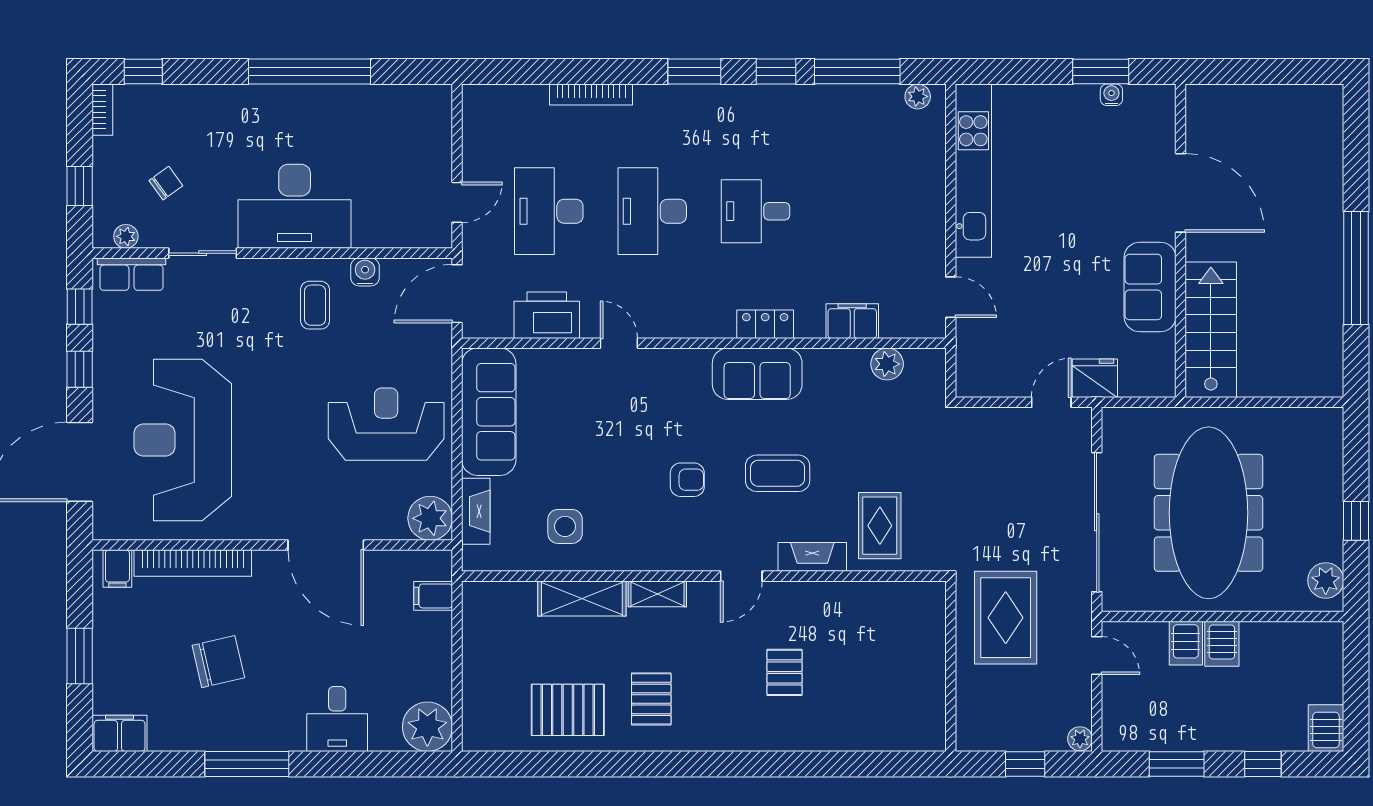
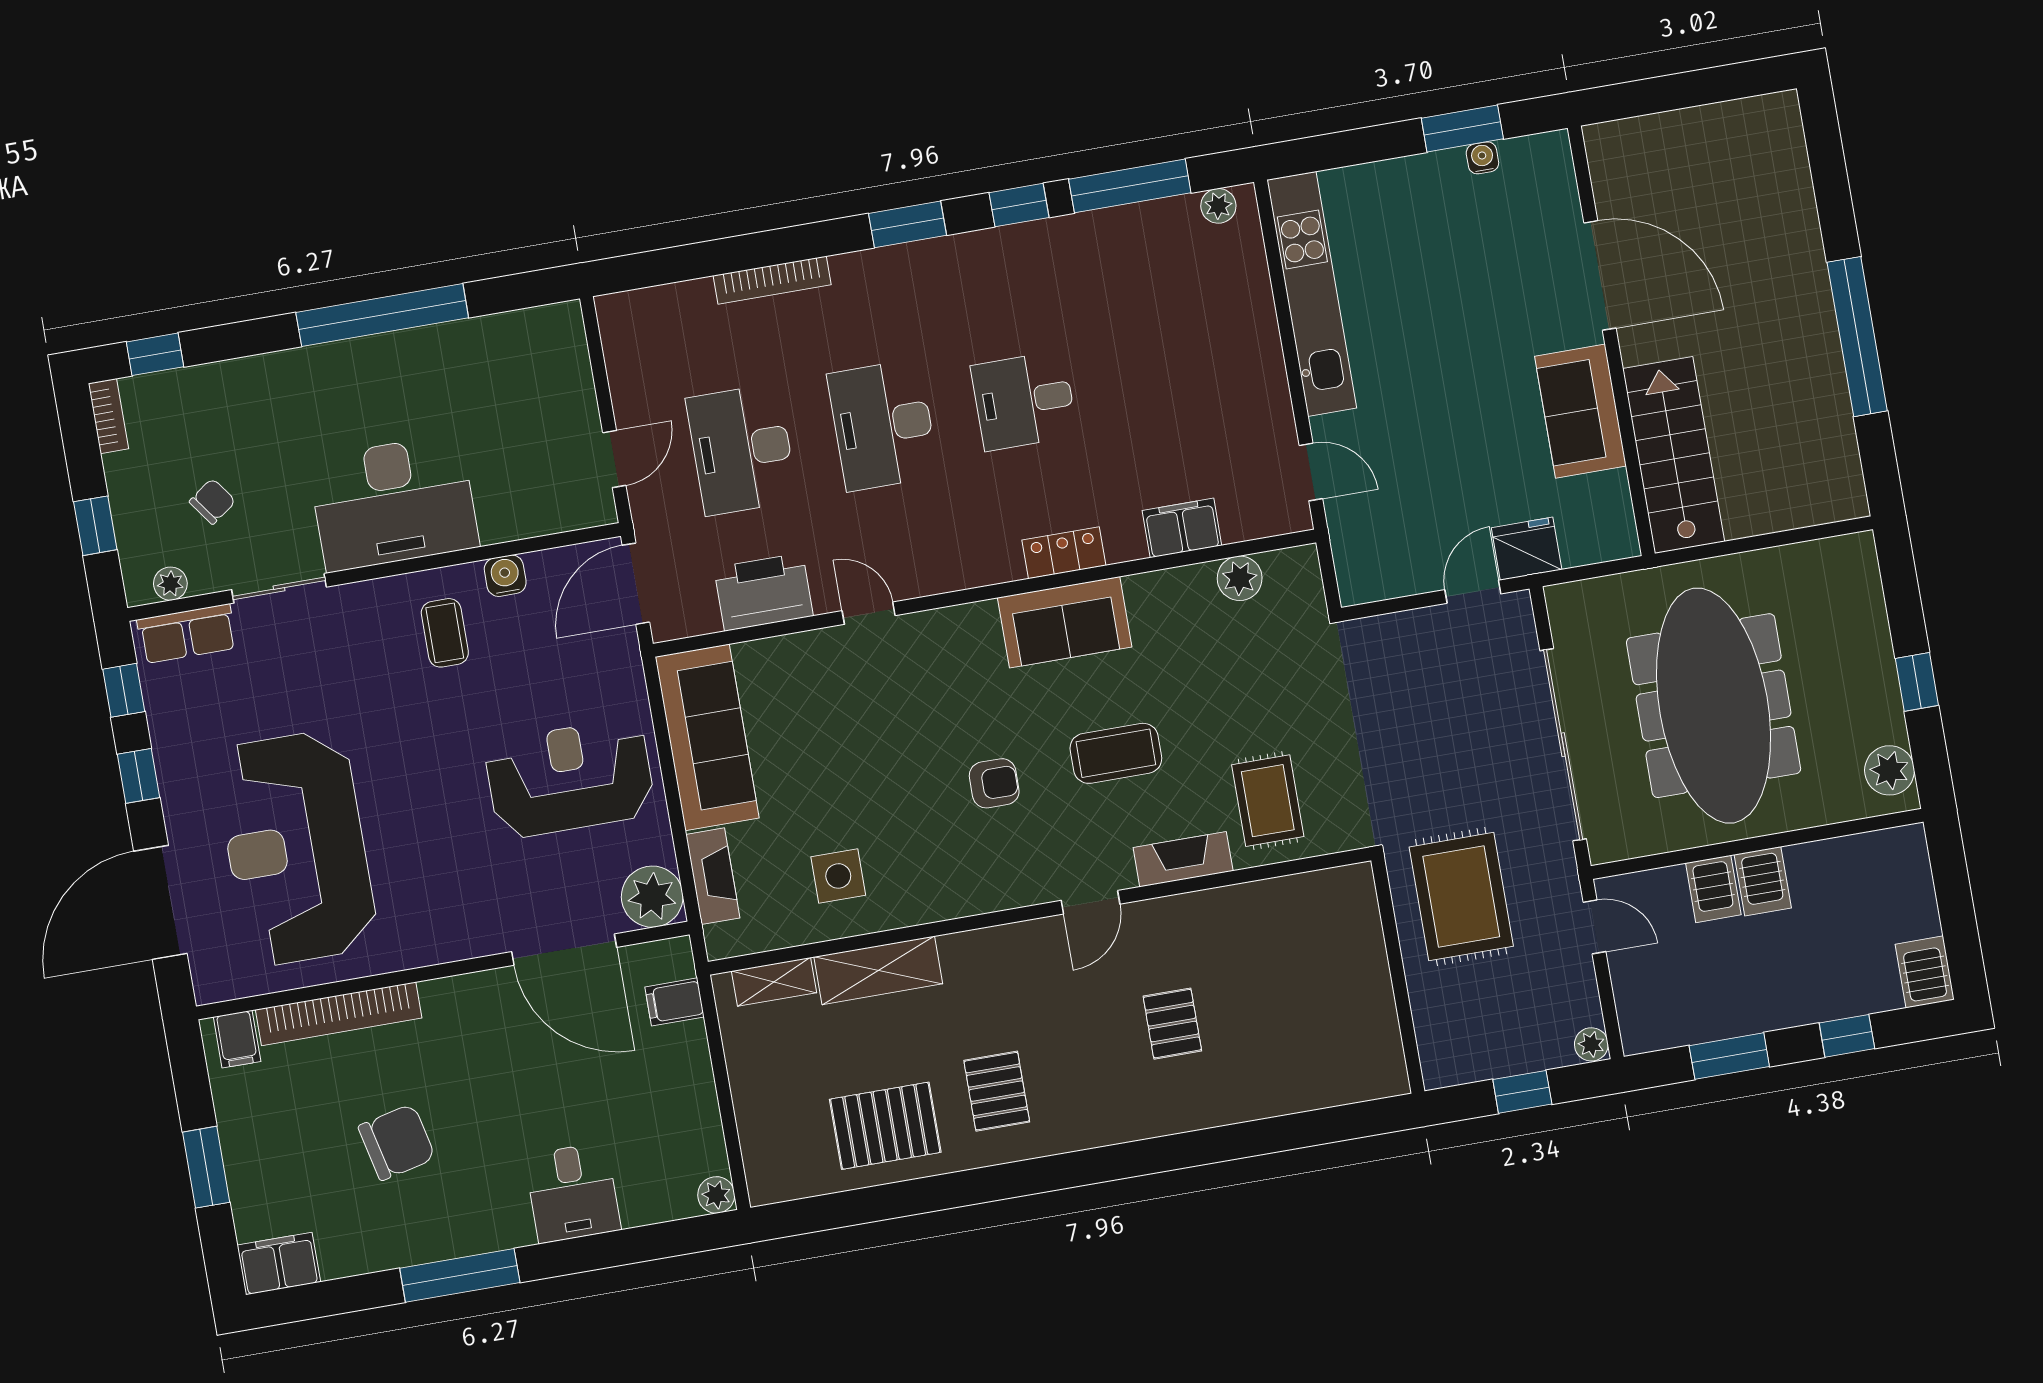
door: (326, 545) -> (564, 950), moved
shelving: (657, 594) -> (774, 982), moved
plant: (427, 727) -> (716, 1195), width x0.53, depth x0.53

